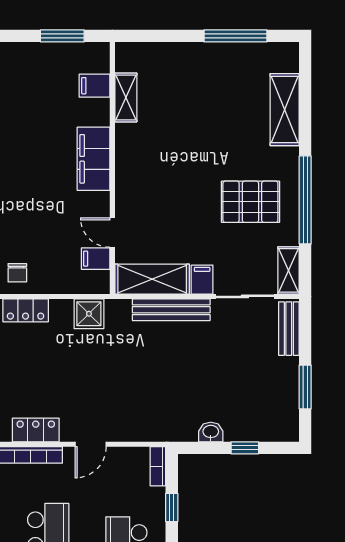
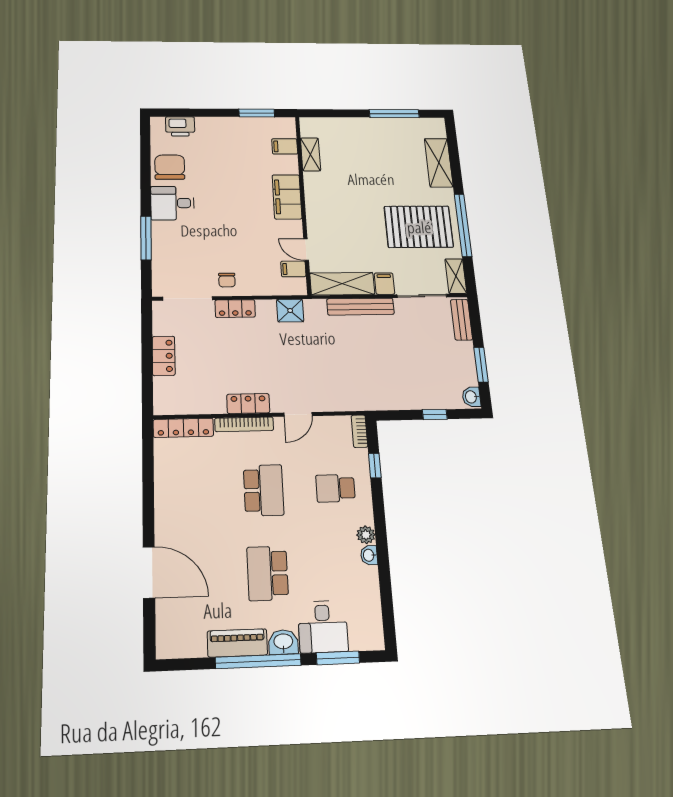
pallet: (250, 202) -> (419, 227), width x1.37, depth x1.41
washbasin: (211, 432) -> (471, 397), moved, turned -90

